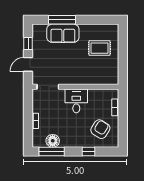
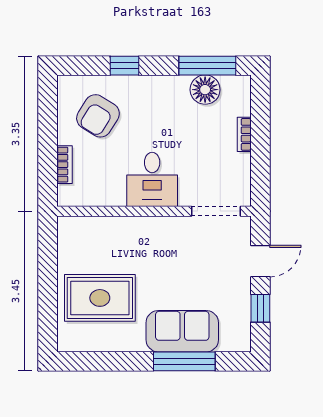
rug: (100, 48) -> (100, 298), width x1.36, depth x1.43

